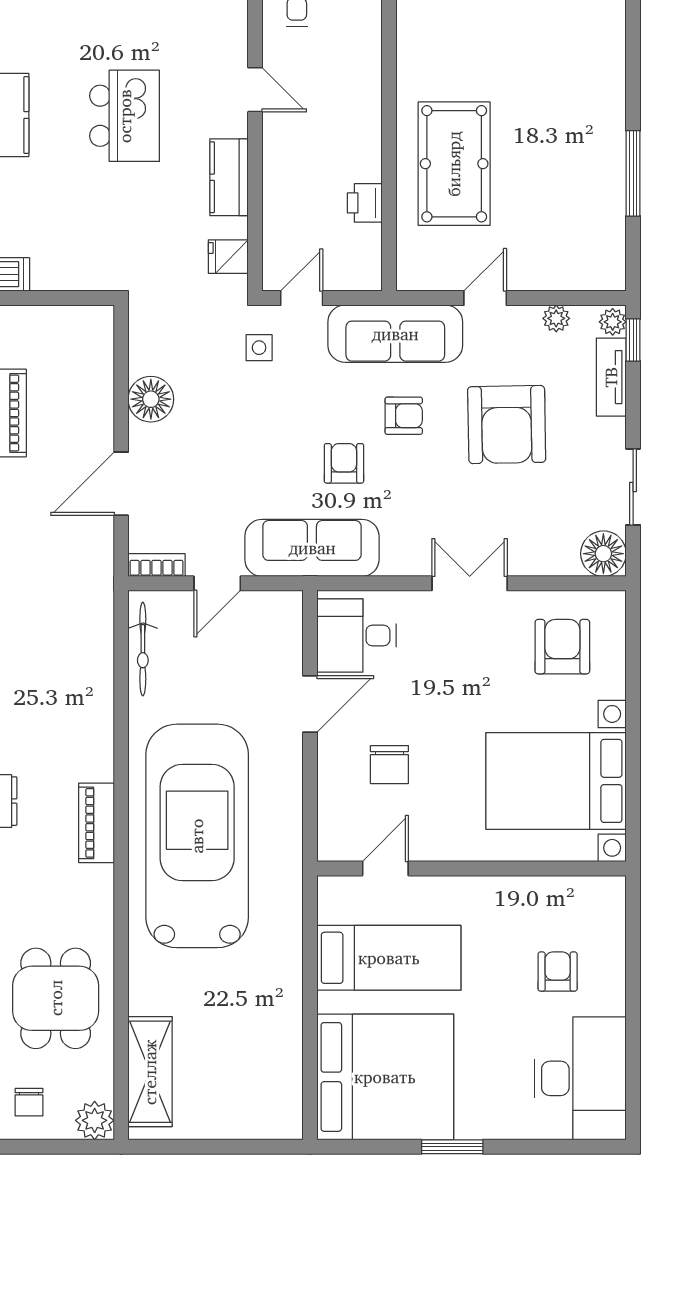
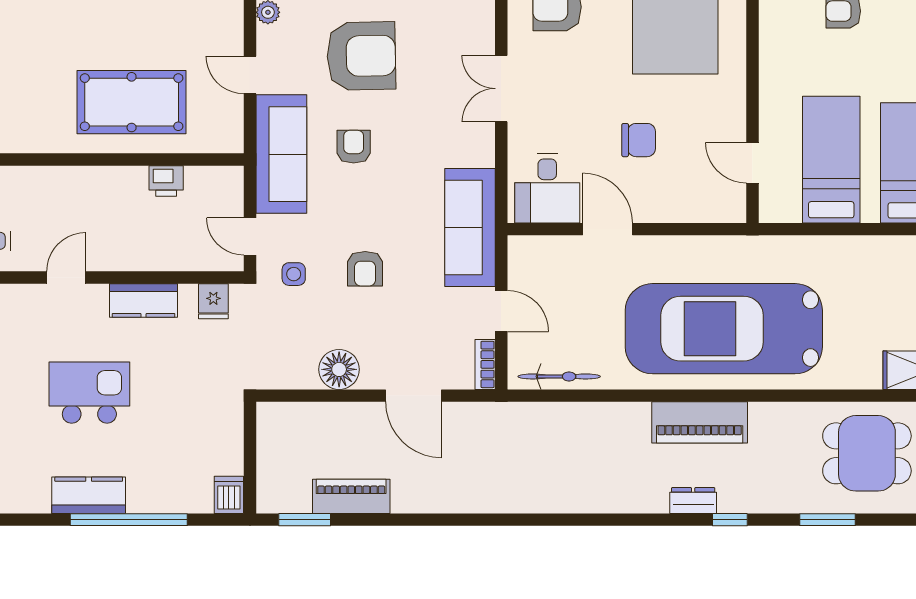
armchair: (344, 463) -> (365, 269), moved, turned -90
chair: (389, 765) -> (639, 140), moved
piano: (96, 823) -> (700, 422), width x1.37, depth x1.33

